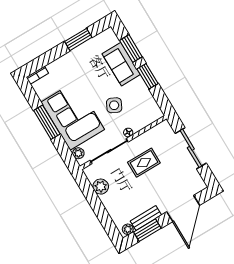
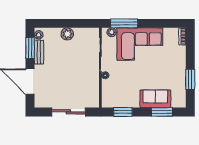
window: (148, 76) -> (123, 112), moved
side table: (114, 105) -> (130, 77), removed
window: (47, 122) -> (124, 23), moved
rug: (144, 163) -> (78, 74), removed
plant: (101, 187) -> (67, 34), moved

